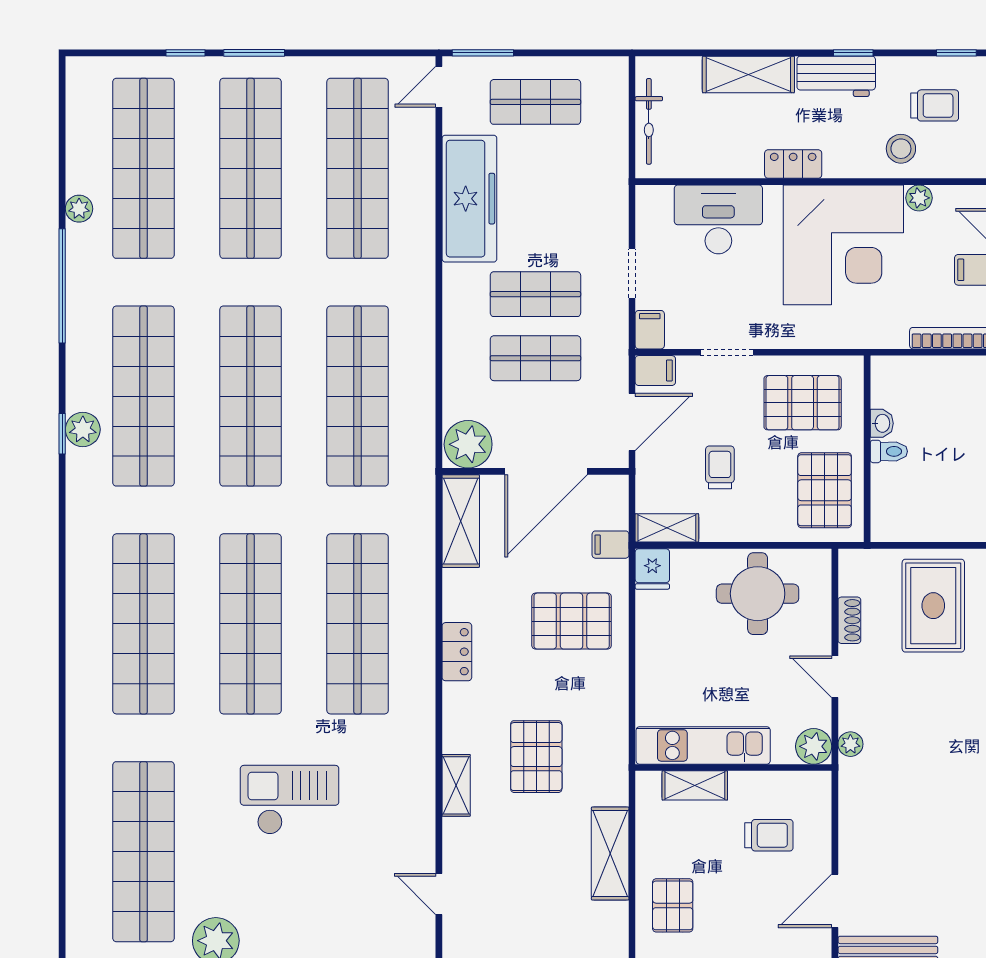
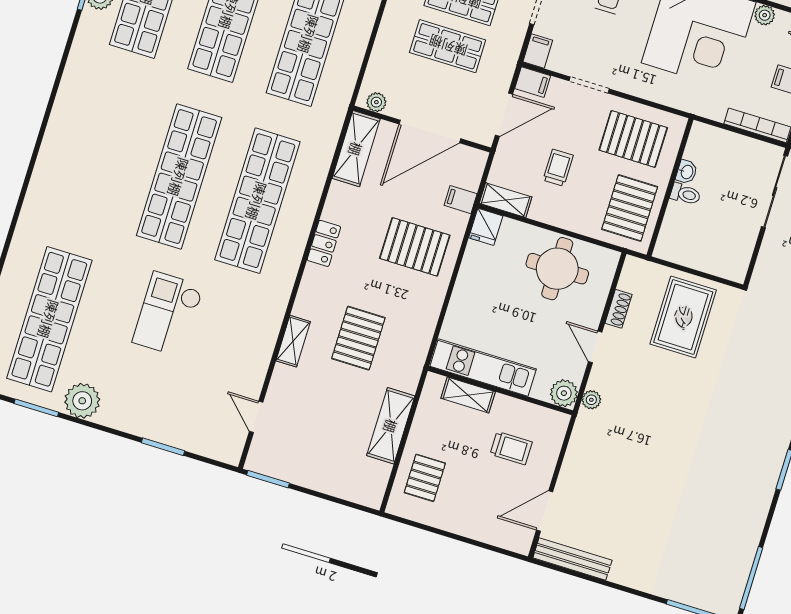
plant: (468, 444) -> (376, 102), width x0.53, depth x0.53
shop shelf: (144, 624) -> (101, 152), removed
checkout: (290, 800) -> (168, 314), turned -90

